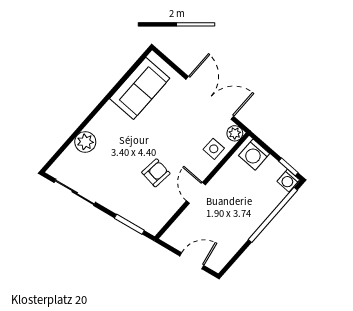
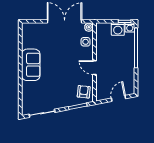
sofa: (140, 88) -> (31, 65), moved
plant: (85, 142) -> (28, 88), removed
washing machine: (254, 155) -> (118, 29), moved
armchair: (156, 173) -> (84, 92), moved

